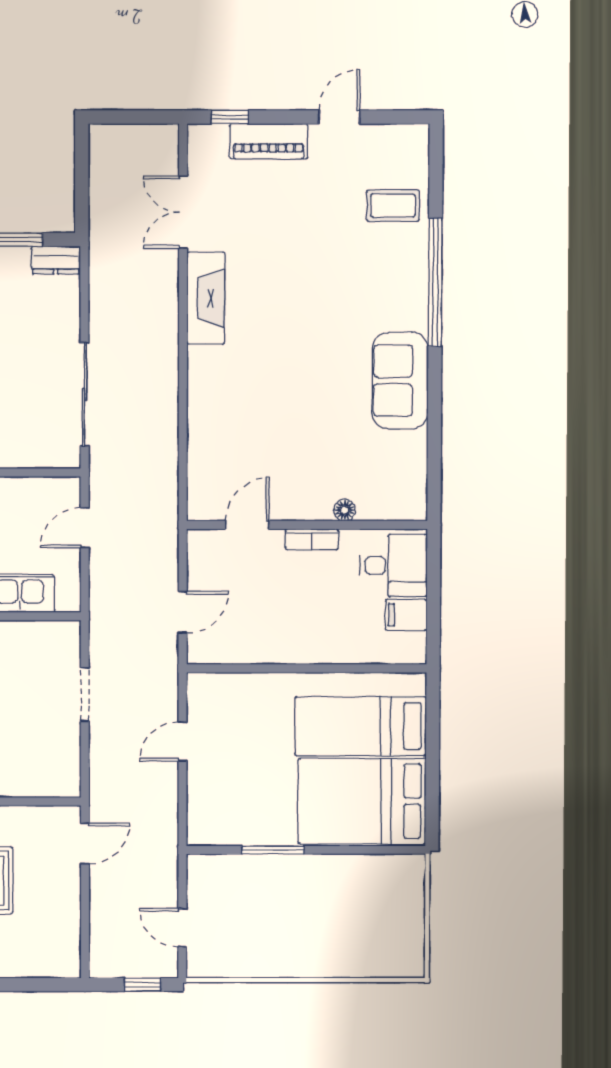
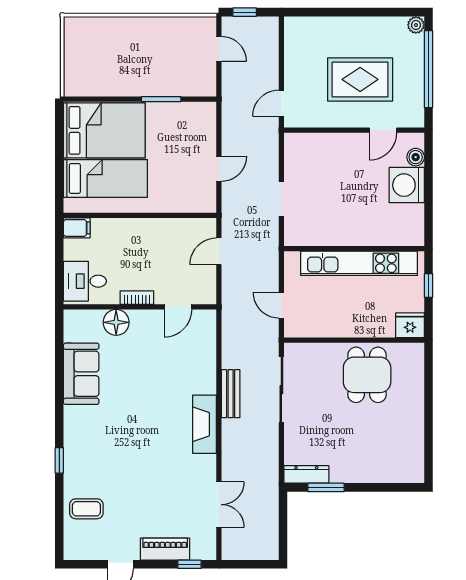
dresser: (56, 260) -> (306, 474), width x1.44
window: (435, 282) -> (59, 460), width x0.32
fireplace: (206, 298) -> (205, 424), moved
sofa: (400, 381) -> (81, 374), moved
bench: (165, 388) -> (231, 394), added
floor lamp: (345, 510) -> (116, 322), width x1.89, depth x1.89
door: (85, 528) -> (281, 305), swing flipped
filing cabinet: (406, 615) -> (77, 228), moved

